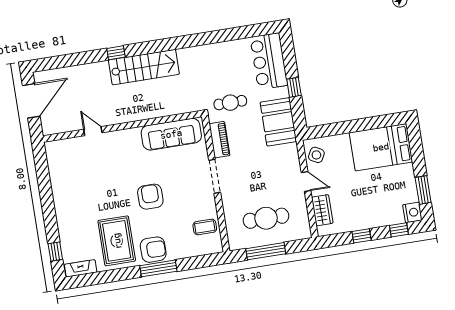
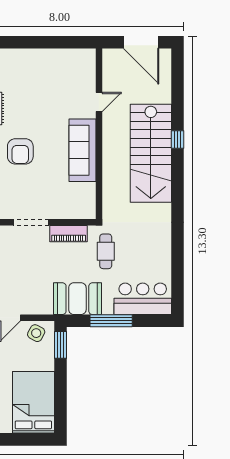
stairs: (144, 67) -> (151, 153), width x1.36, depth x1.51
window: (294, 87) -> (111, 321), width x2.17
window: (324, 131) -> (60, 345), added
sofa: (171, 134) -> (83, 150), moved
armchair: (150, 197) -> (20, 151), turned 90

